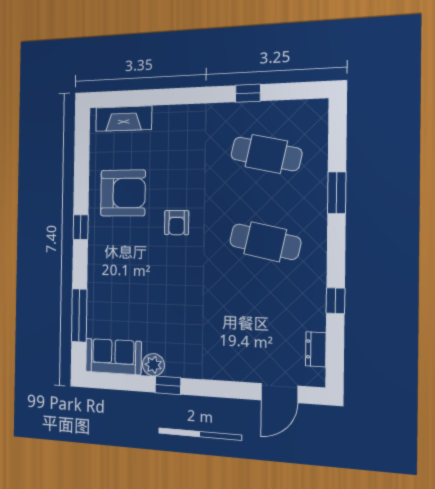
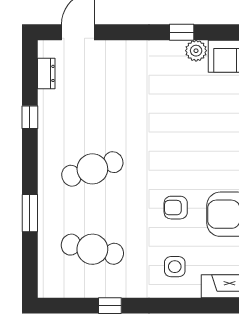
side table: (179, 137) -> (175, 267), added
armchair: (177, 223) -> (176, 208), moved, turned -90
cafe table: (265, 242) -> (92, 169), turned -30

